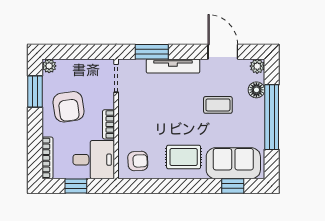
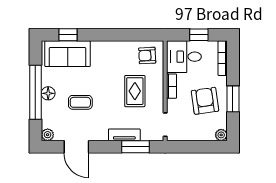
tv unit: (173, 66) -> (124, 135), width x0.71
floor lamp: (256, 90) -> (48, 93), moved
window: (35, 92) -> (233, 99), moved
rug: (184, 157) -> (135, 91), moved, turned 90

